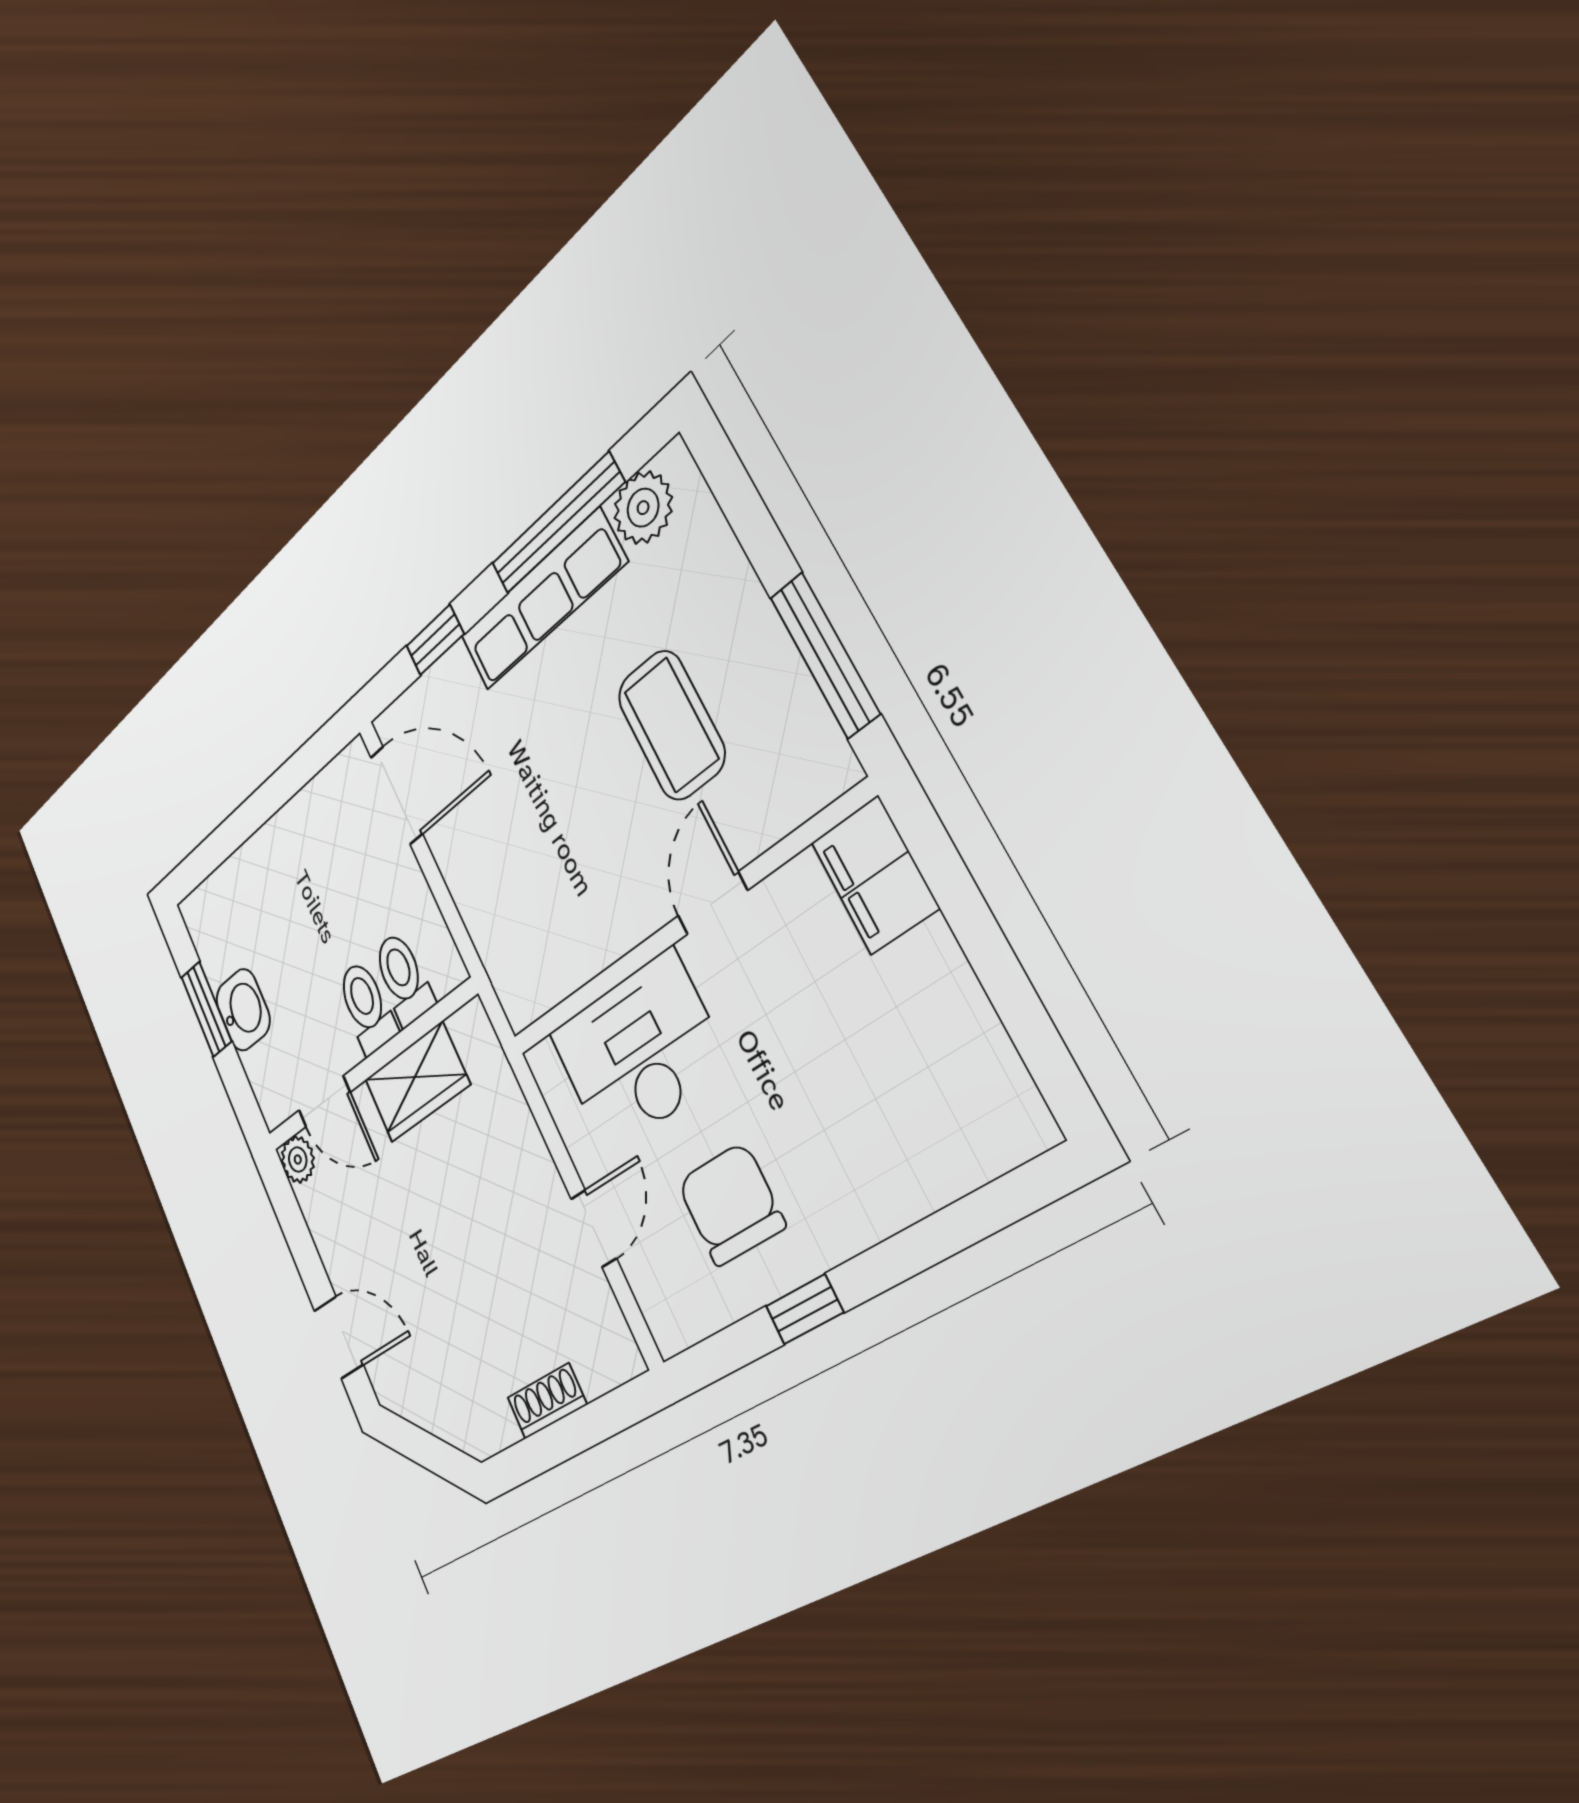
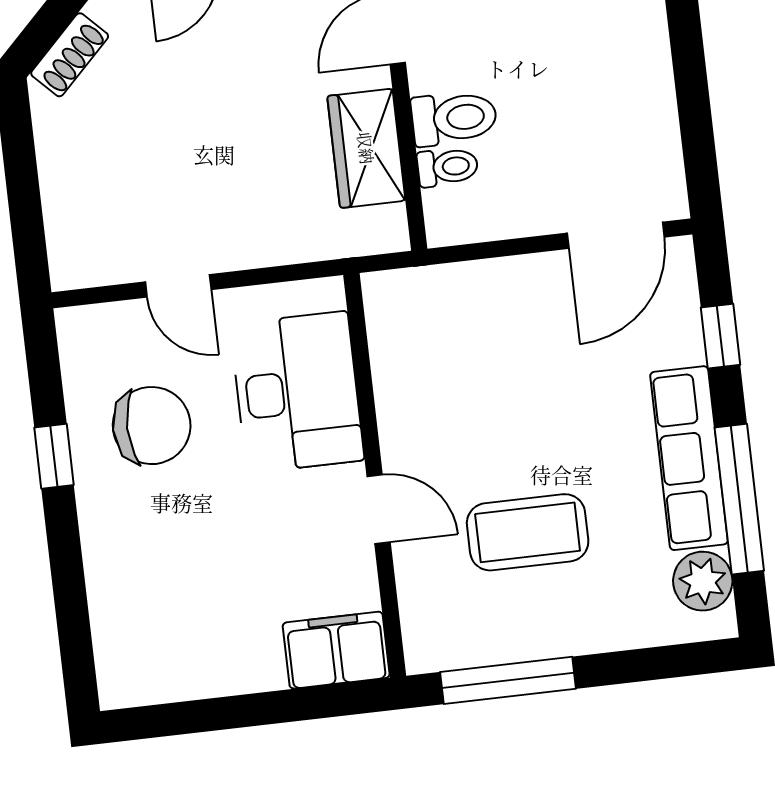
toilet: (403, 978) -> (448, 167), width x0.73, depth x0.72
shoe rack: (547, 1401) -> (70, 55), moved, turned 45

